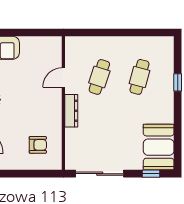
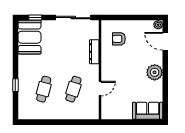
dresser: (71, 111) -> (94, 52), moved

